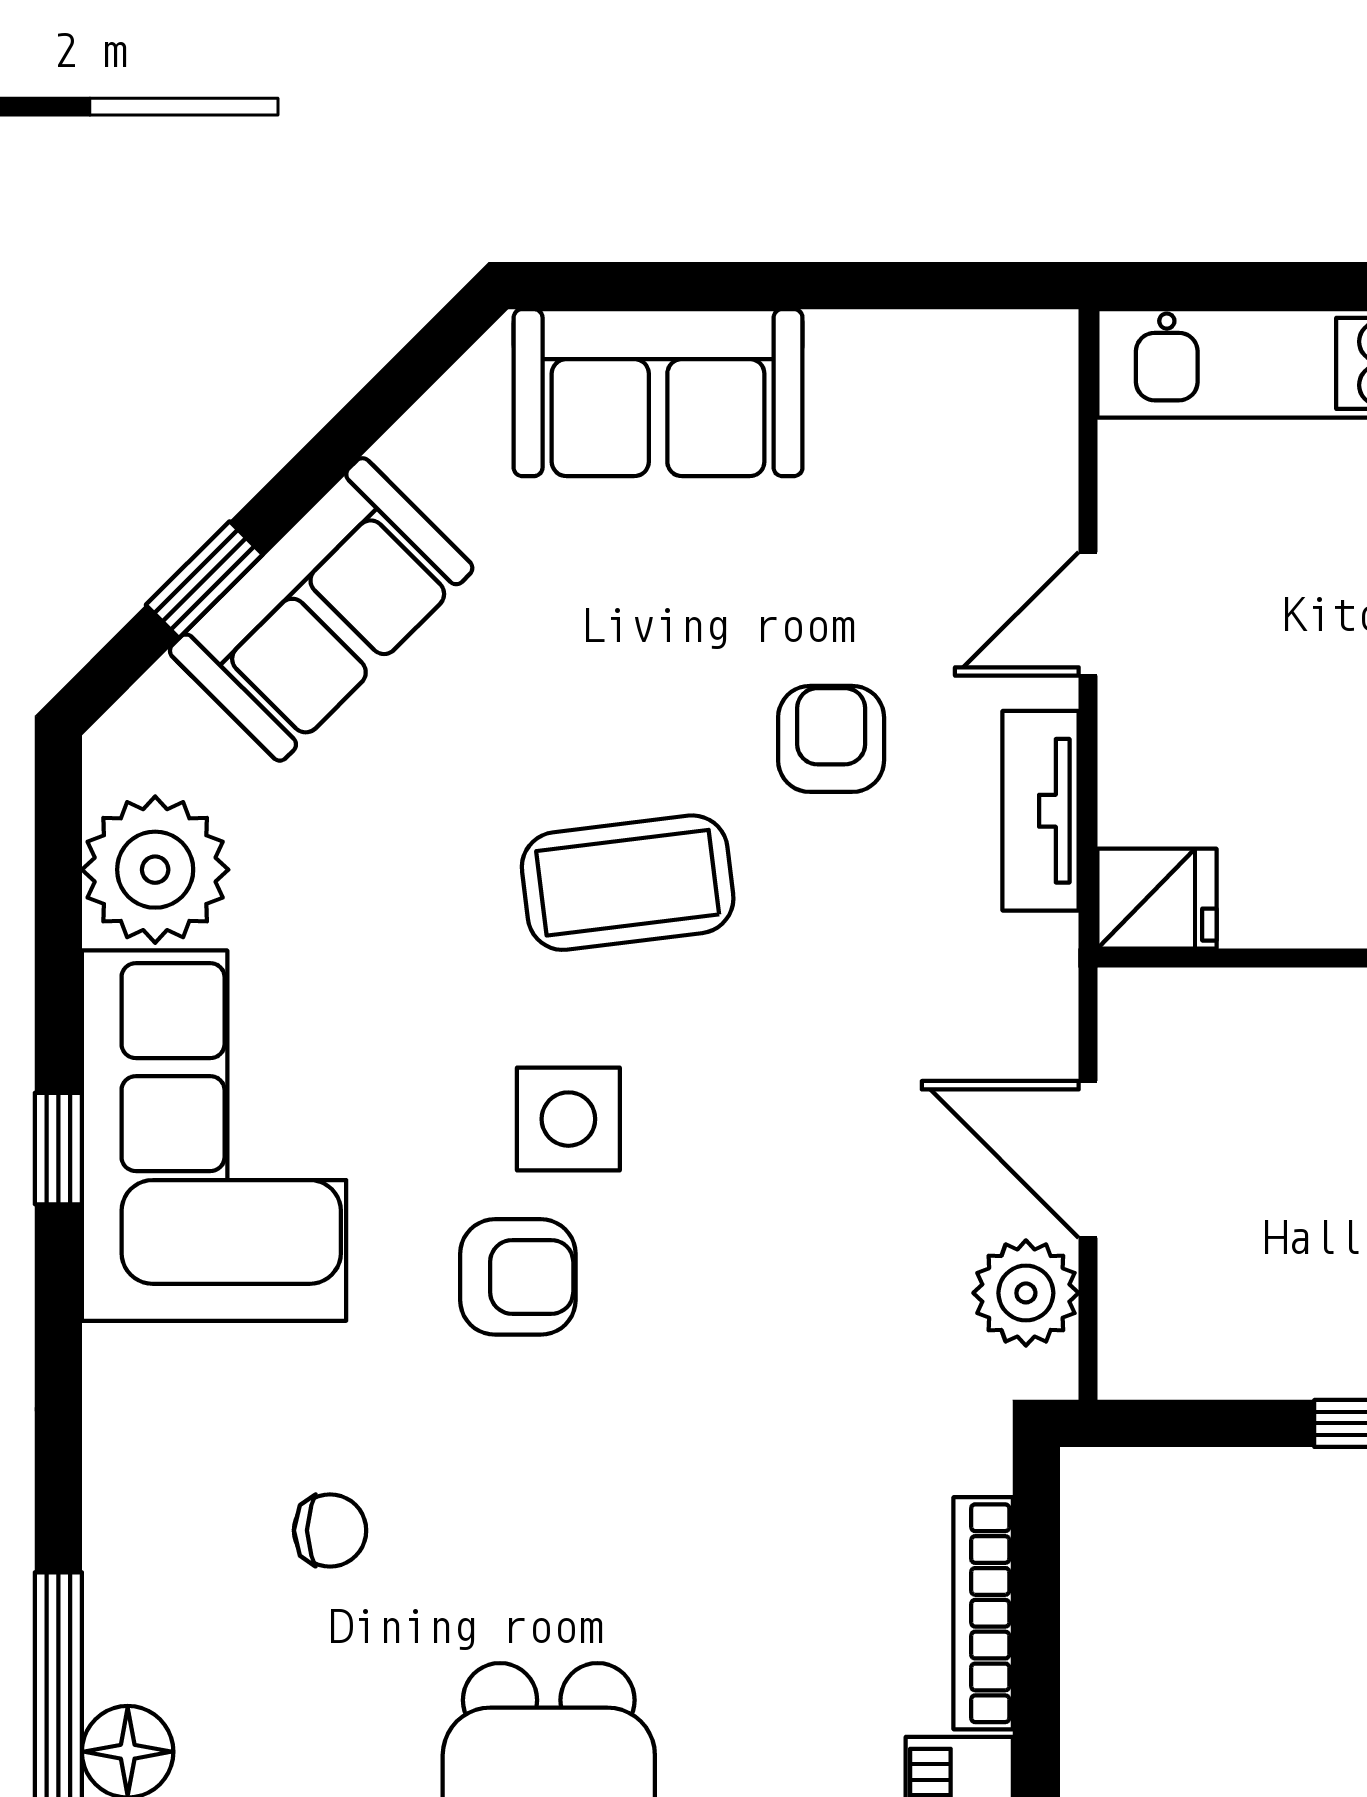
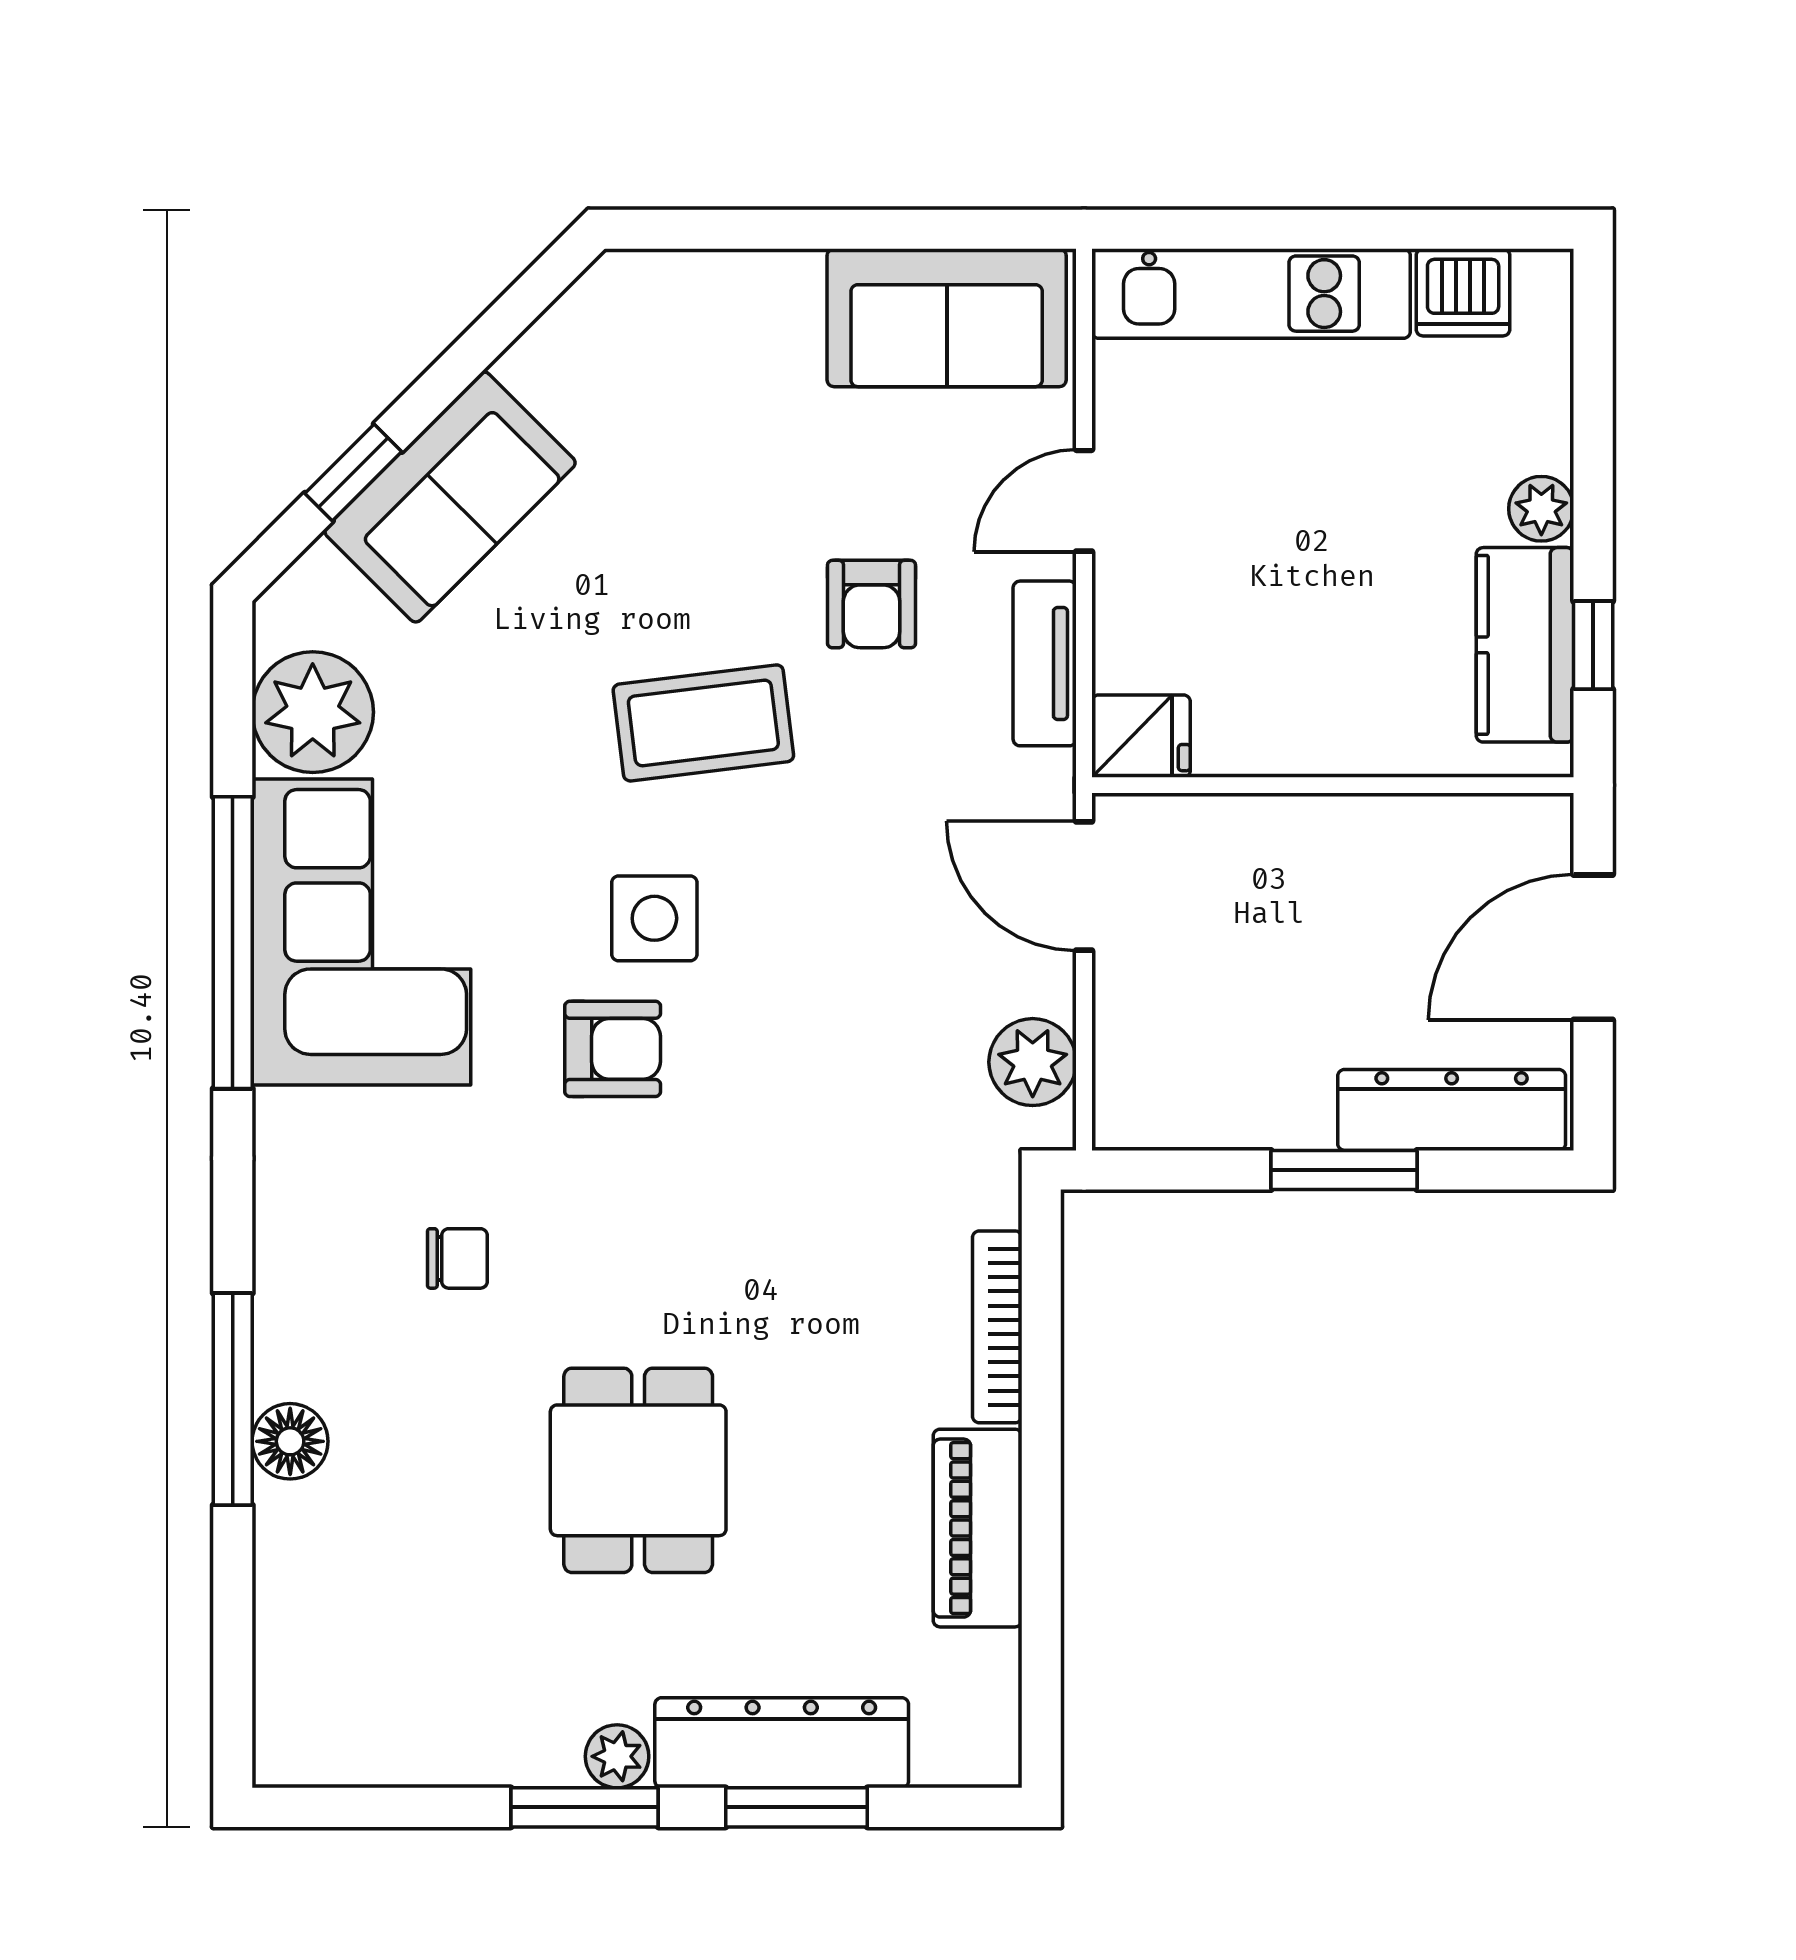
sofa: (658, 393) -> (947, 318), moved
armchair: (831, 739) -> (872, 604), turned 180
window: (58, 1149) -> (233, 943), width x3.17
door: (1088, 1159) -> (1084, 886), moved

